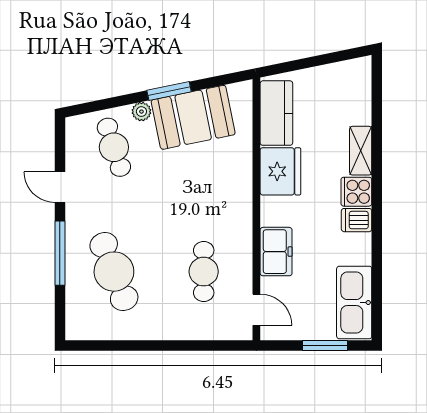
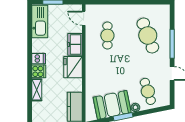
fridge: (280, 171) -> (73, 67), moved

